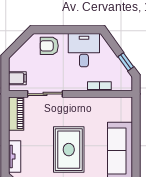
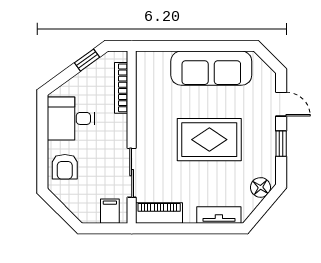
bookcase: (99, 86) -> (121, 88), width x1.56

